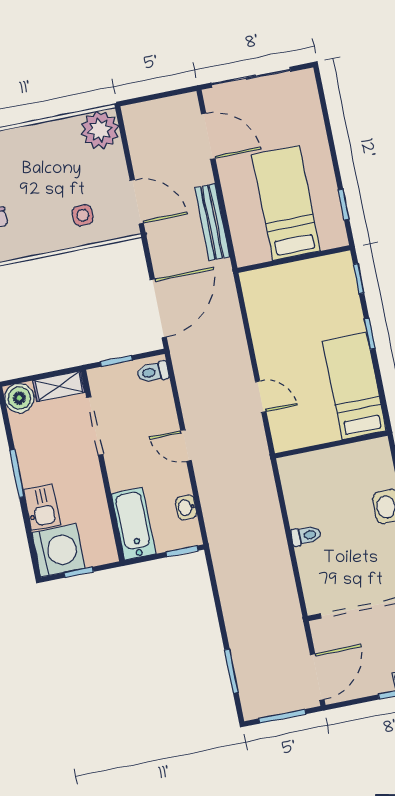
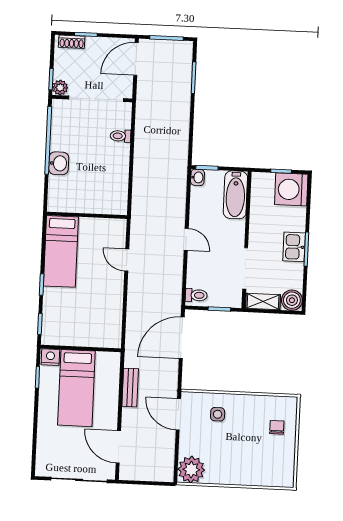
bench: (212, 222) -> (130, 388), width x0.73
nightstand: (333, 237) -> (50, 357), added
kitchen sink: (42, 507) -> (294, 247), moved
washbasin: (186, 507) -> (198, 177), moved
toilet: (306, 536) -> (120, 136), moved

